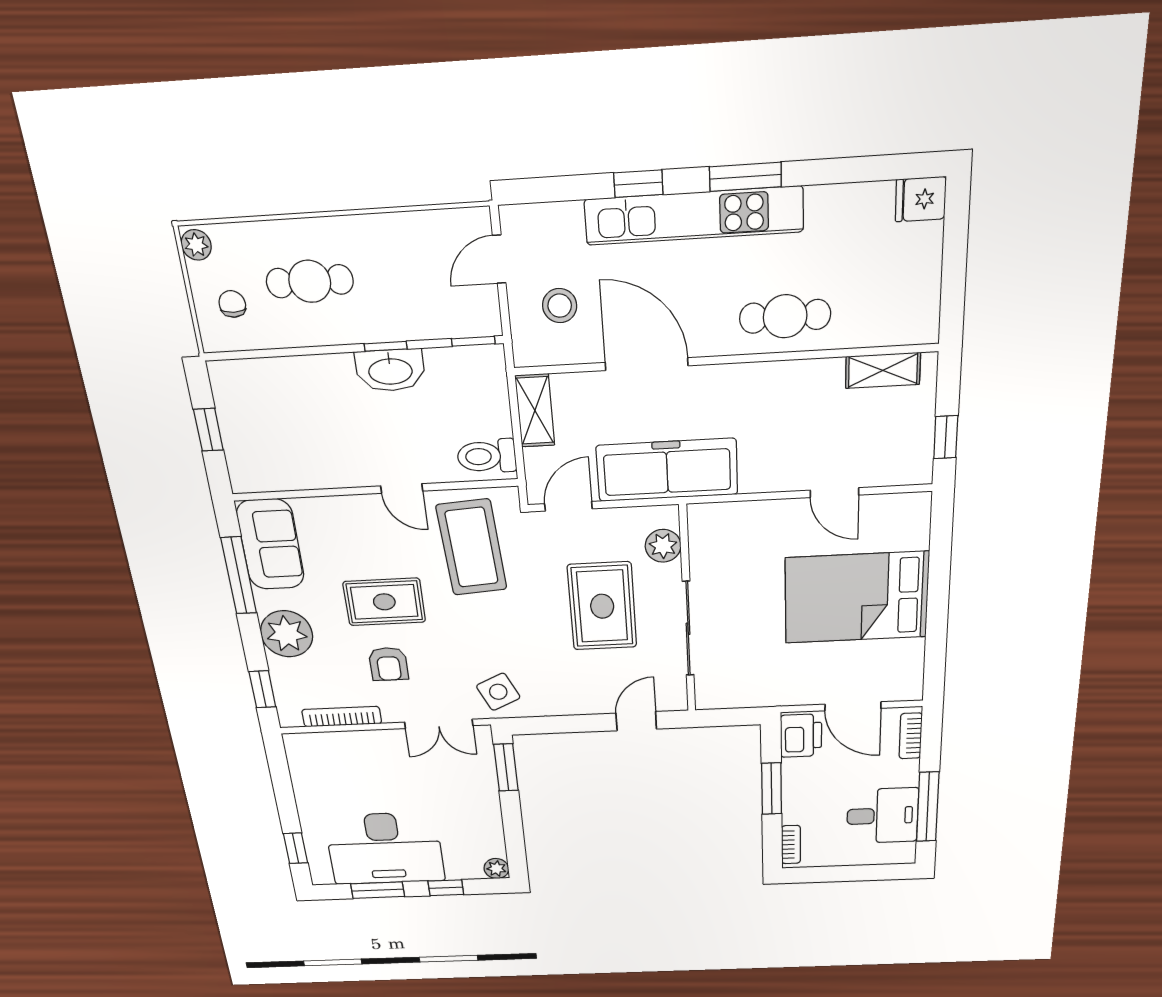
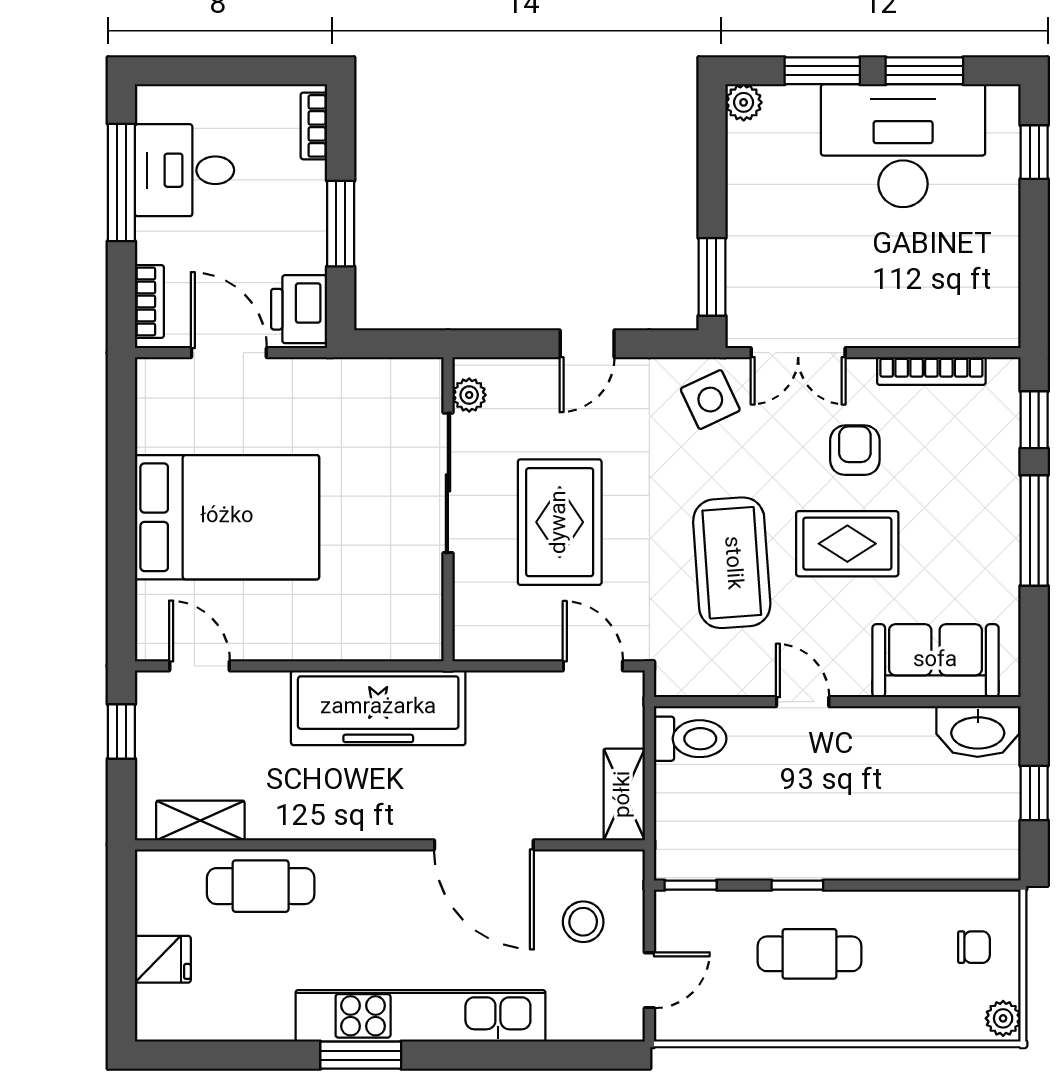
window: (638, 184) -> (482, 1055), removed
fridge: (921, 199) -> (163, 959), moved
cafe table: (310, 281) -> (810, 954), moved
chair: (232, 304) -> (974, 947), turned -90
cafe table: (785, 316) -> (261, 886), moved
washbasin: (390, 370) -> (978, 731), moved, turned 180
freezer: (667, 470) -> (378, 708), moved
door: (834, 493) -> (200, 666), moved
door: (568, 506) -> (593, 666), swing flipped
sofa: (270, 544) -> (935, 661), moved, turned 90
plant: (663, 546) -> (469, 395), moved, width x0.73, depth x0.73
coffee table: (472, 547) -> (732, 563), moved
window: (239, 576) -> (1034, 530), moved
plant: (287, 634) -> (986, 503), removed
door: (636, 721) -> (587, 344), moved
double door: (439, 724) -> (798, 353), swing flipped
window: (446, 888) -> (822, 71), width x1.50

